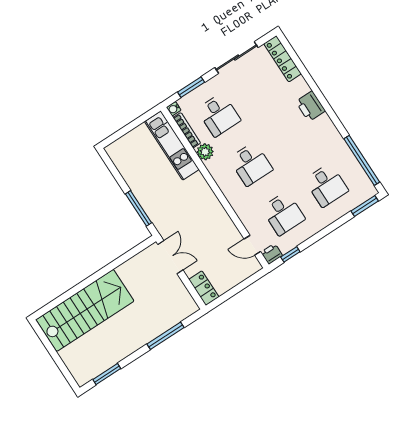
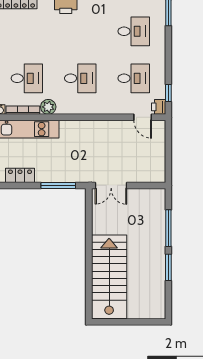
door: (252, 245) -> (143, 117), hinge flipped
double door: (170, 257) -> (111, 185), swing flipped
locker: (204, 288) -> (20, 175), moved
window: (107, 374) -> (168, 267), moved

